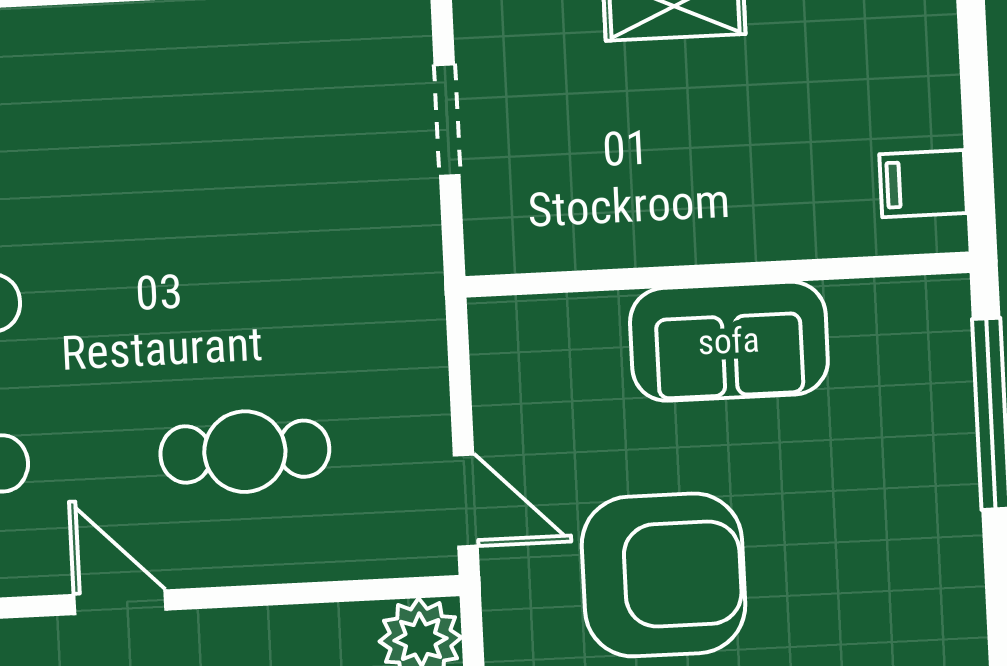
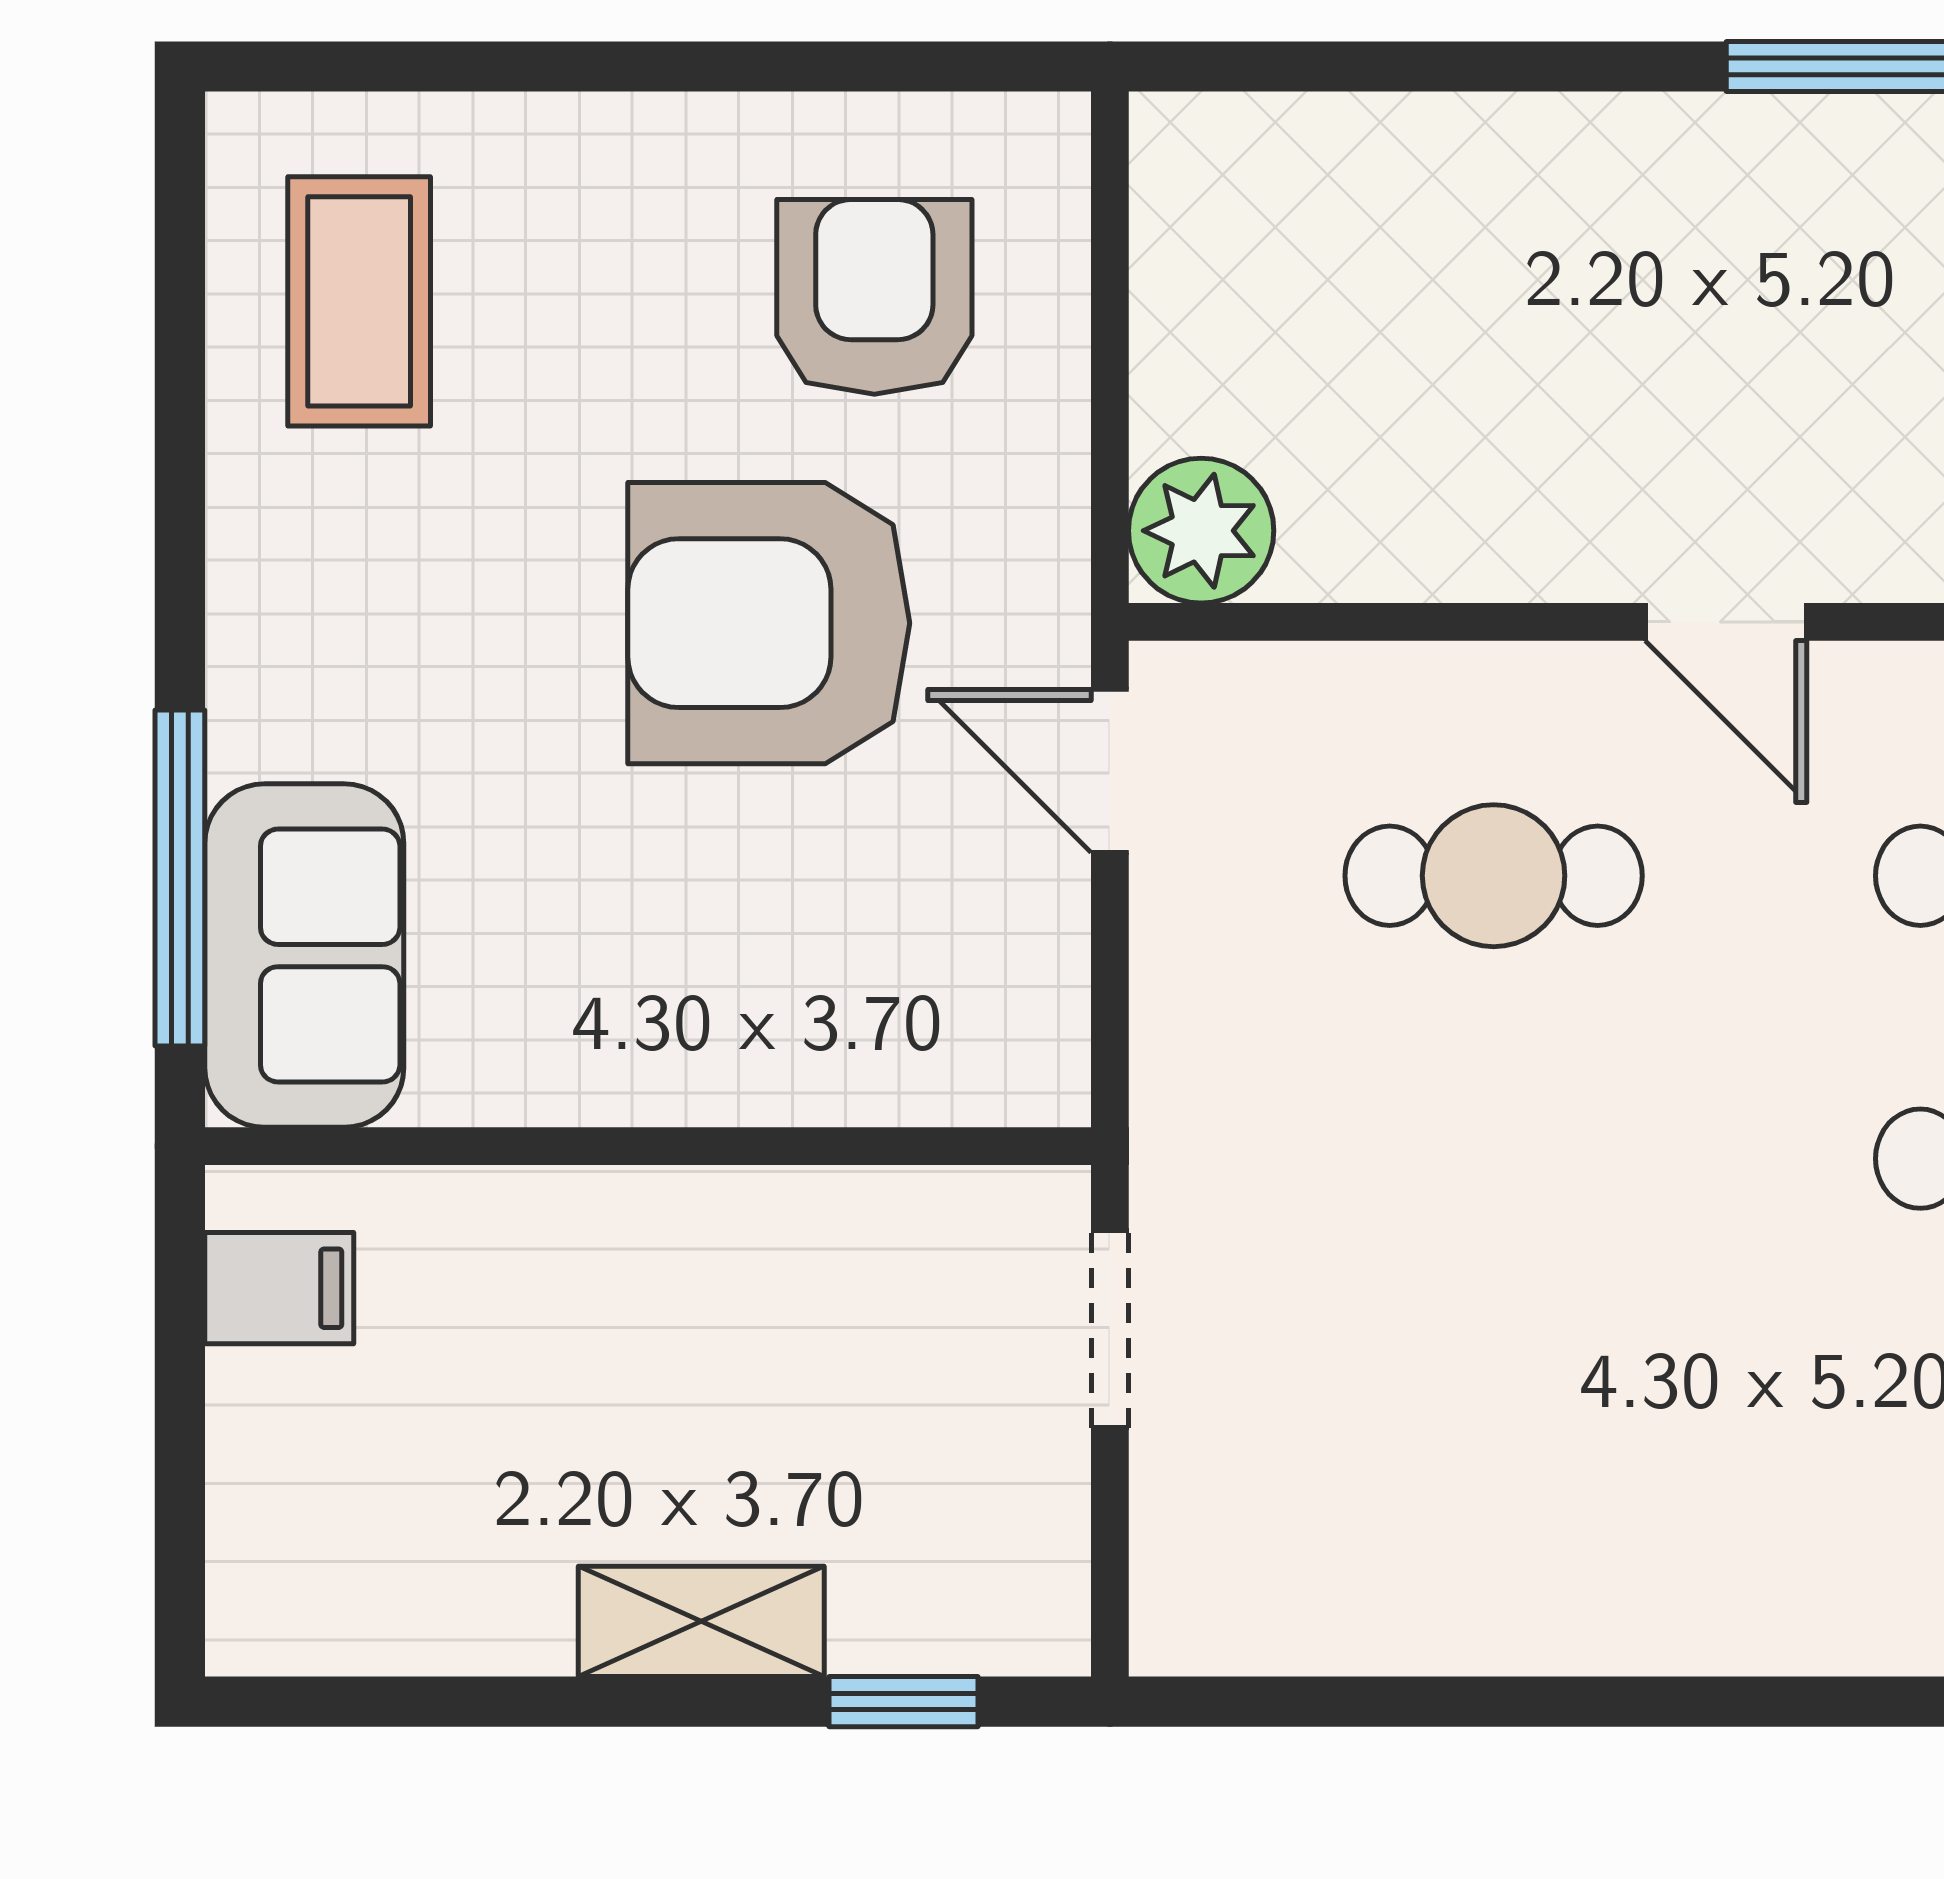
doorway: (447, 120) -> (1110, 1329), moved
sofa: (729, 341) -> (304, 956), moved, turned 90

